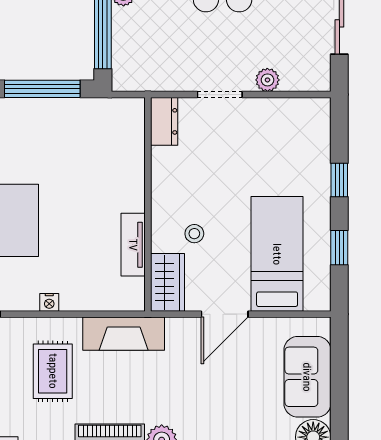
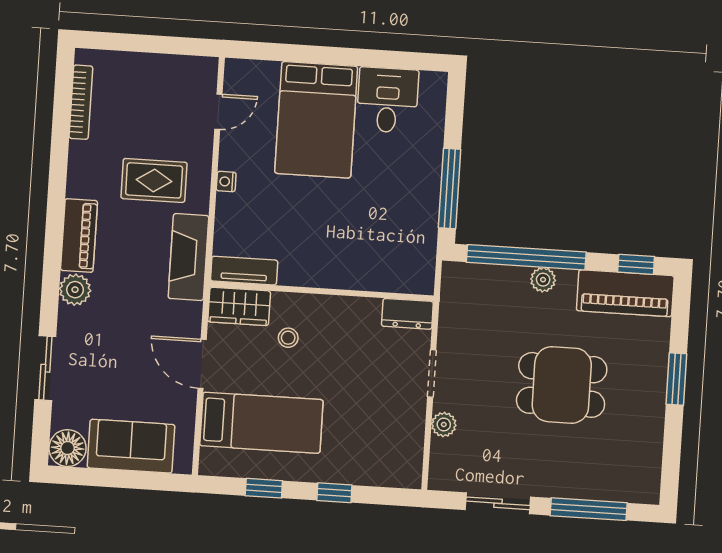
tv unit: (133, 245) -> (244, 271), moved

